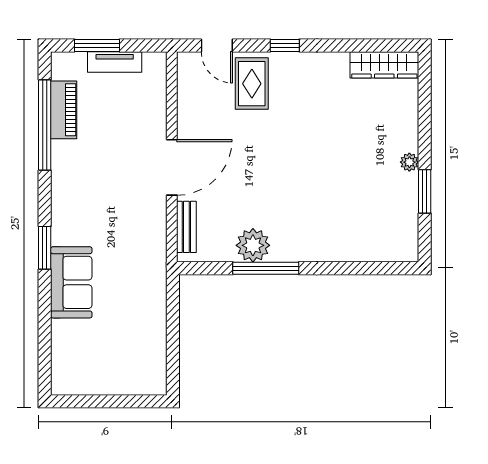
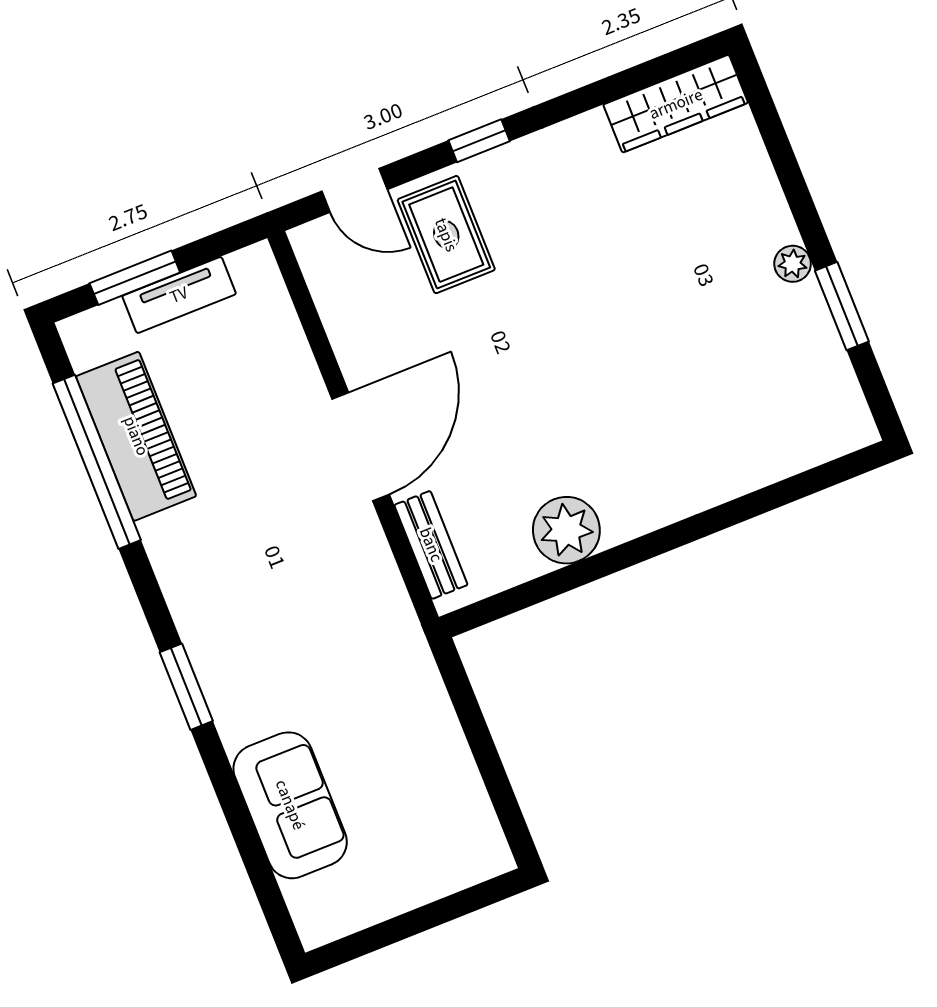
piano: (64, 110) -> (136, 436), width x1.37, depth x1.33
window: (266, 268) -> (606, 563), removed
sofa: (71, 282) -> (290, 805), moved

